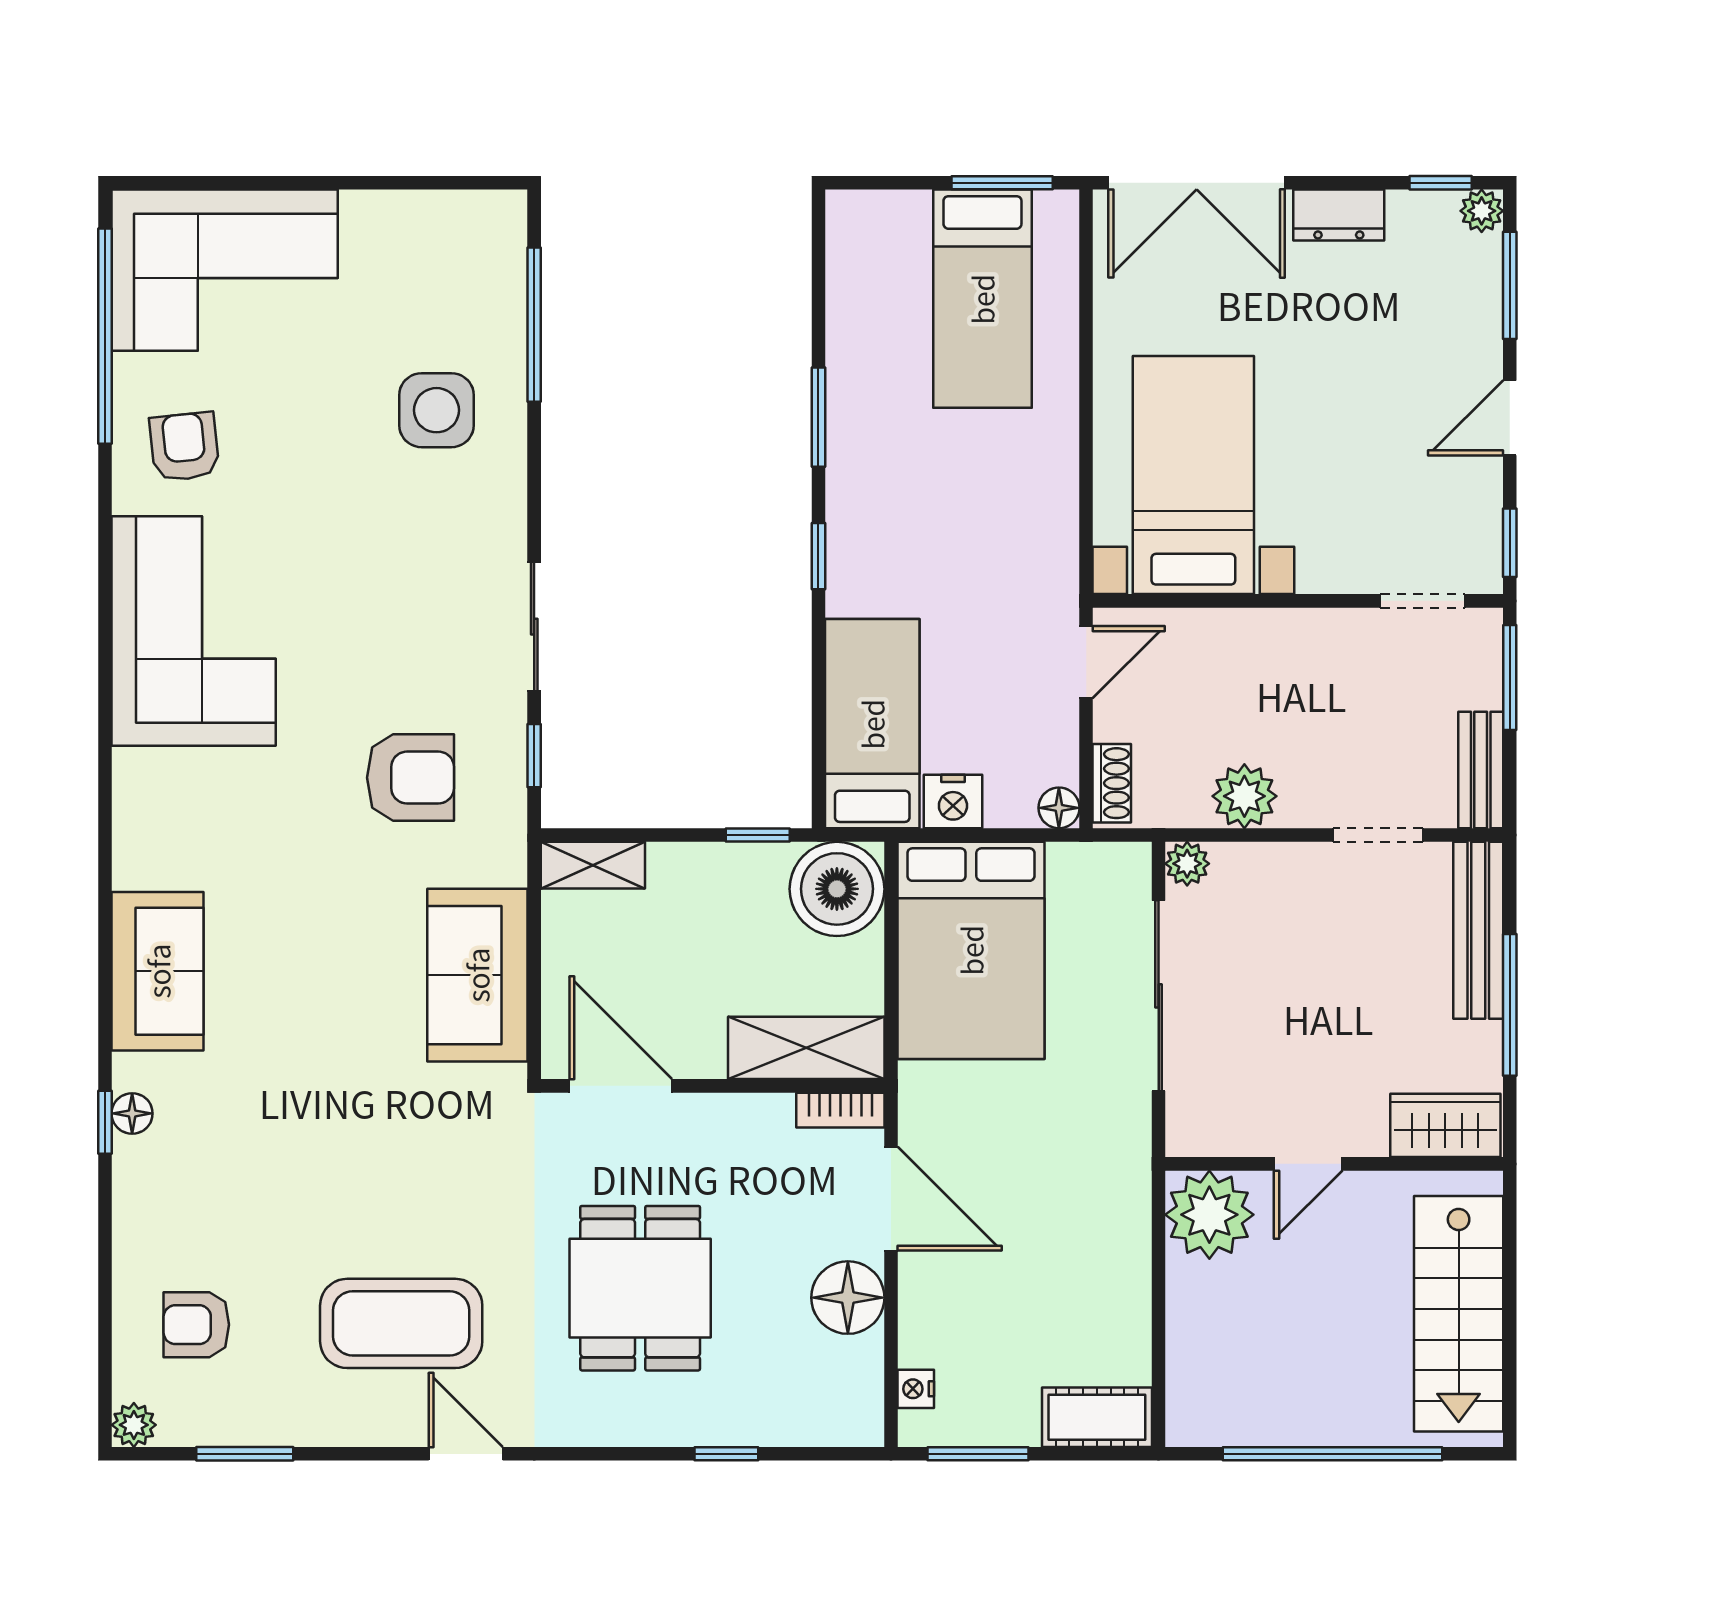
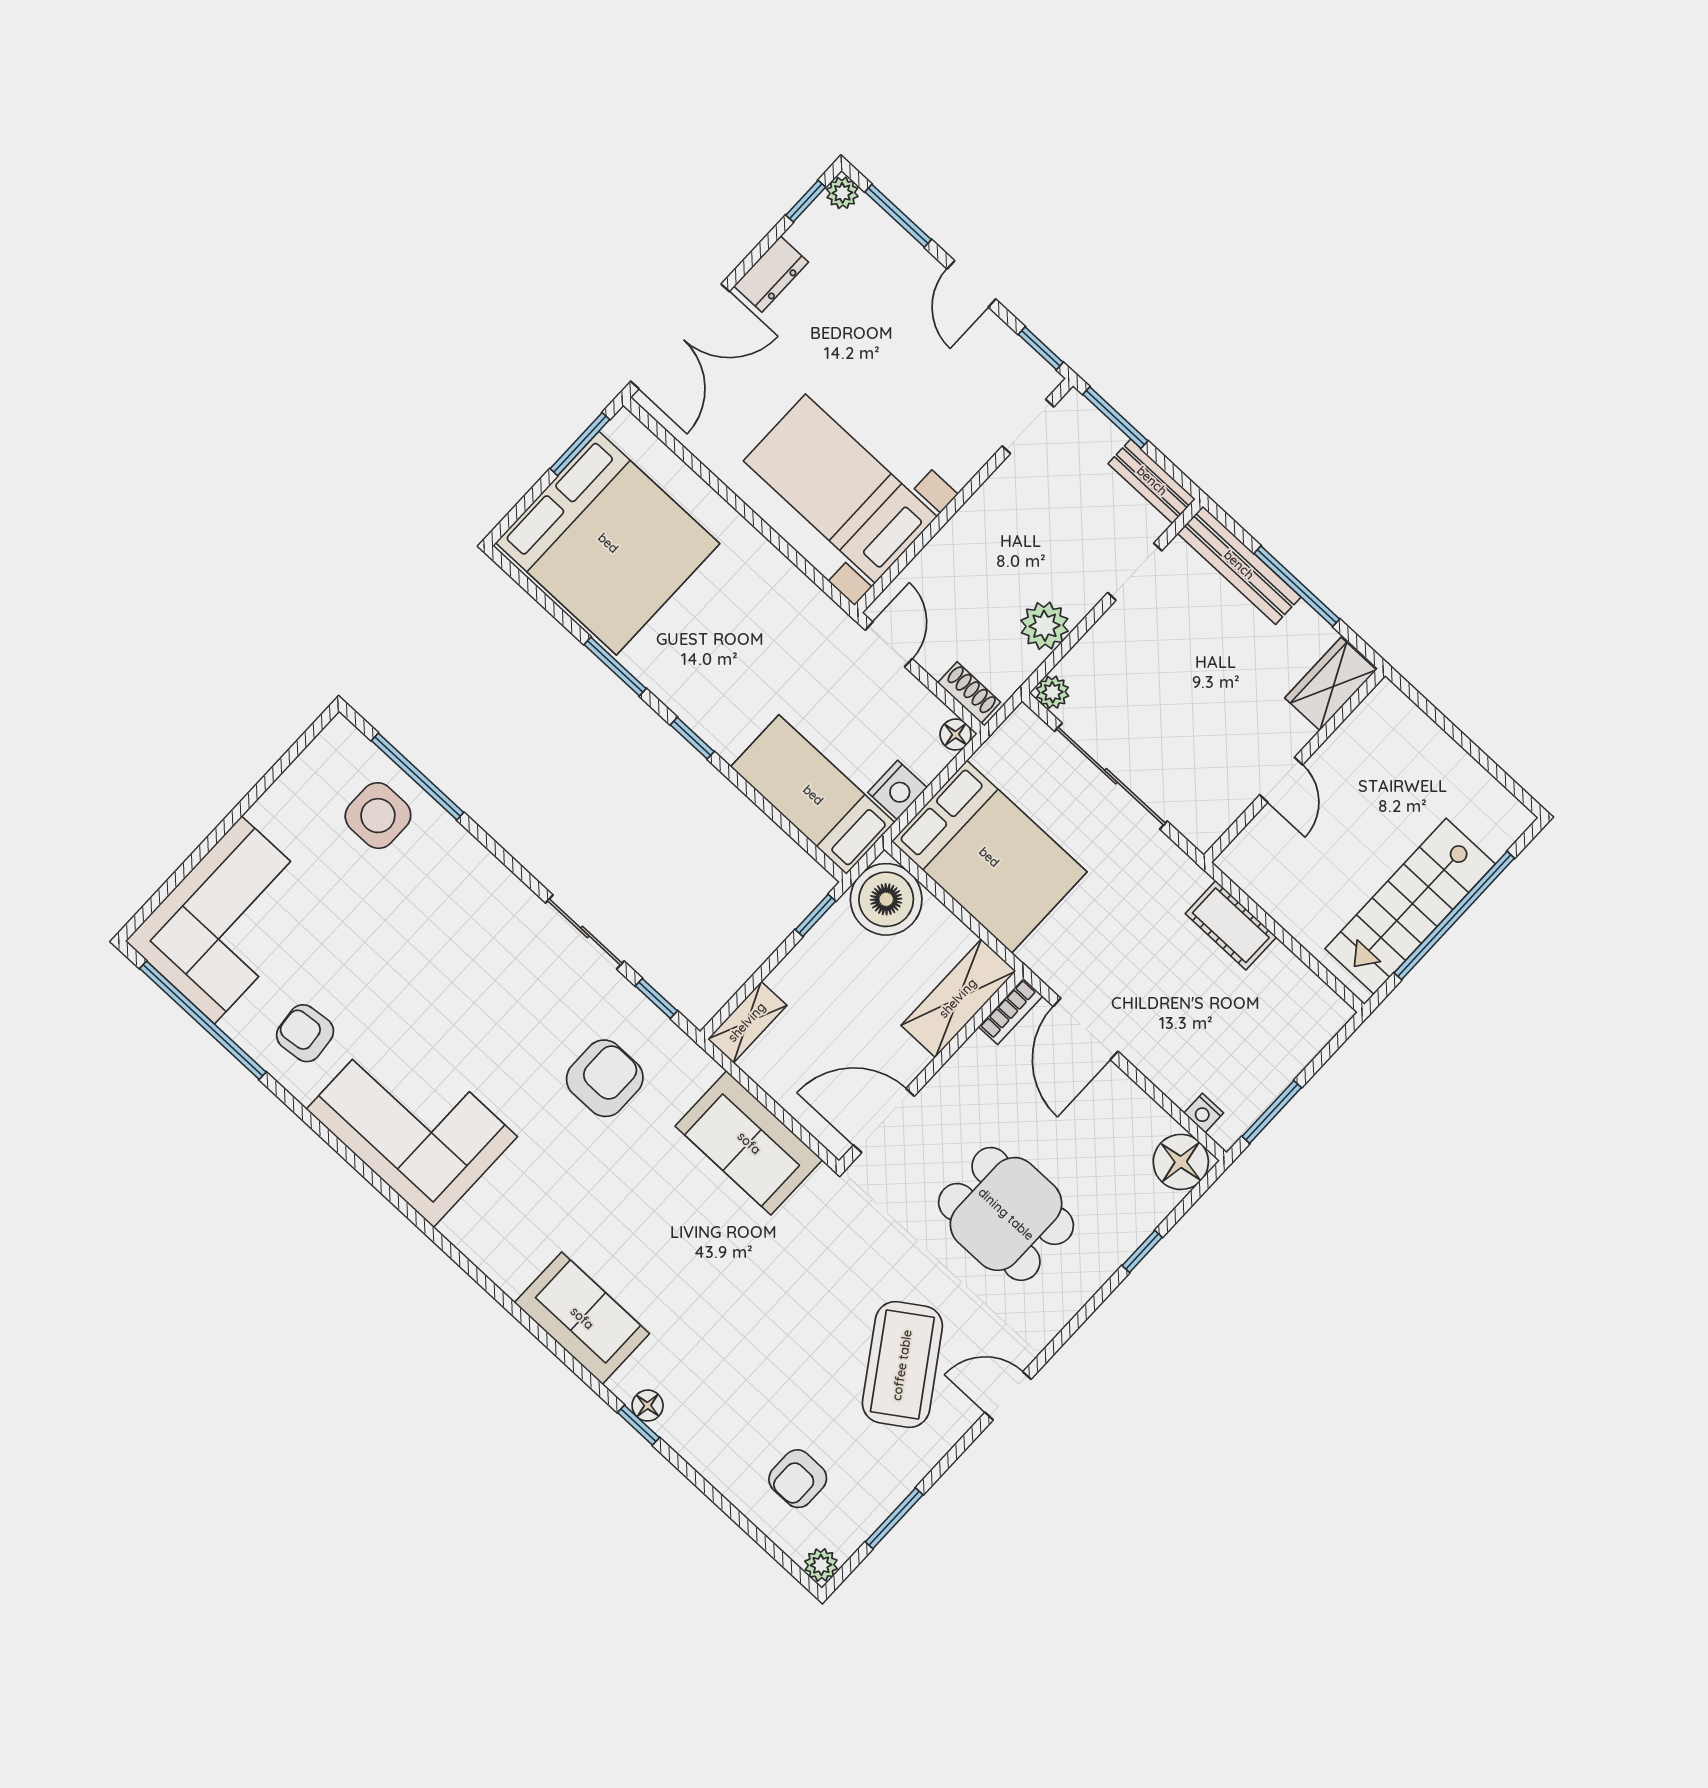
bed: (982, 299) -> (608, 543), width x2.04
side table: (437, 410) -> (378, 816), moved
door: (891, 1199) -> (1086, 1029), swing flipped
plant: (1209, 1215) -> (1258, 861), removed
floor lamp: (848, 1298) -> (1181, 1162), moved
stairs: (1459, 1314) -> (1410, 906), moved, turned 90
coffee table: (401, 1323) -> (902, 1365), turned -34
cot: (1097, 1417) -> (1231, 925), moved, turned 90

